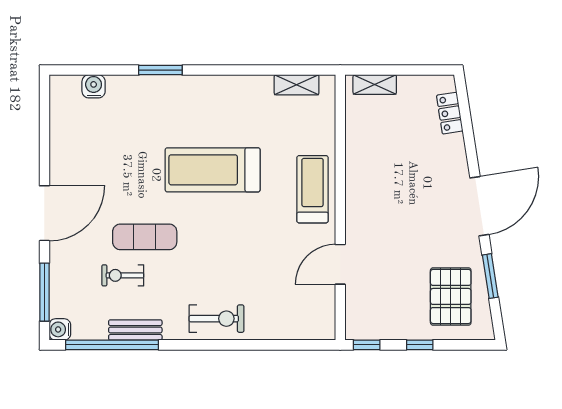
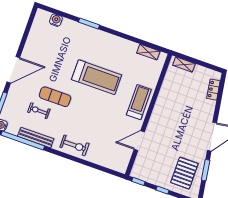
treadmill: (213, 170) -> (97, 77), turned 180
bench: (135, 330) -> (36, 138), width x1.36

